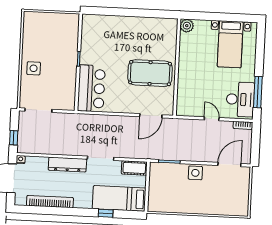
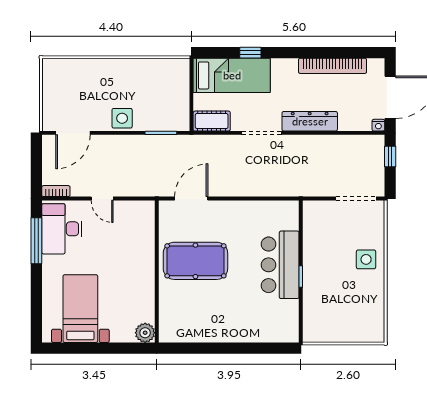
bar counter: (91, 88) -> (280, 265), moved

